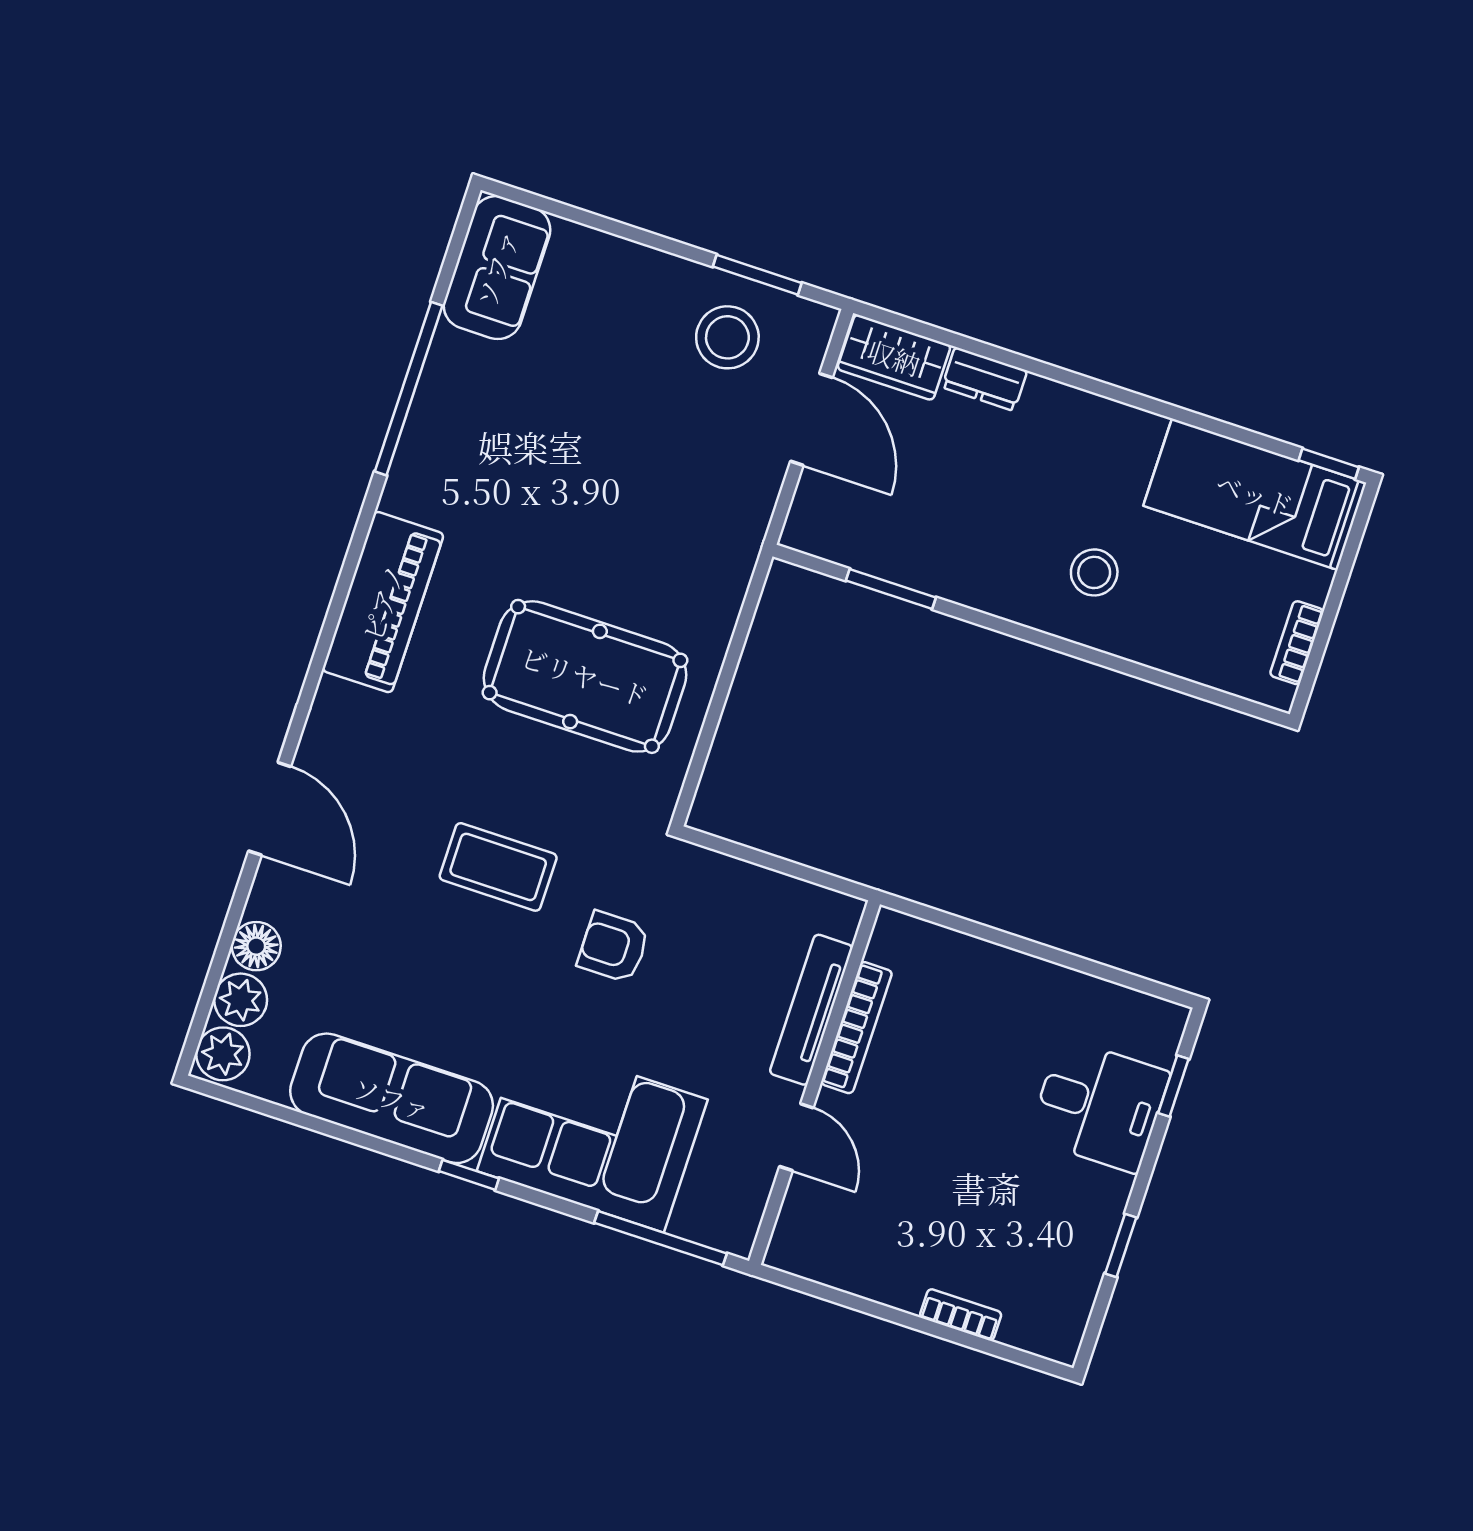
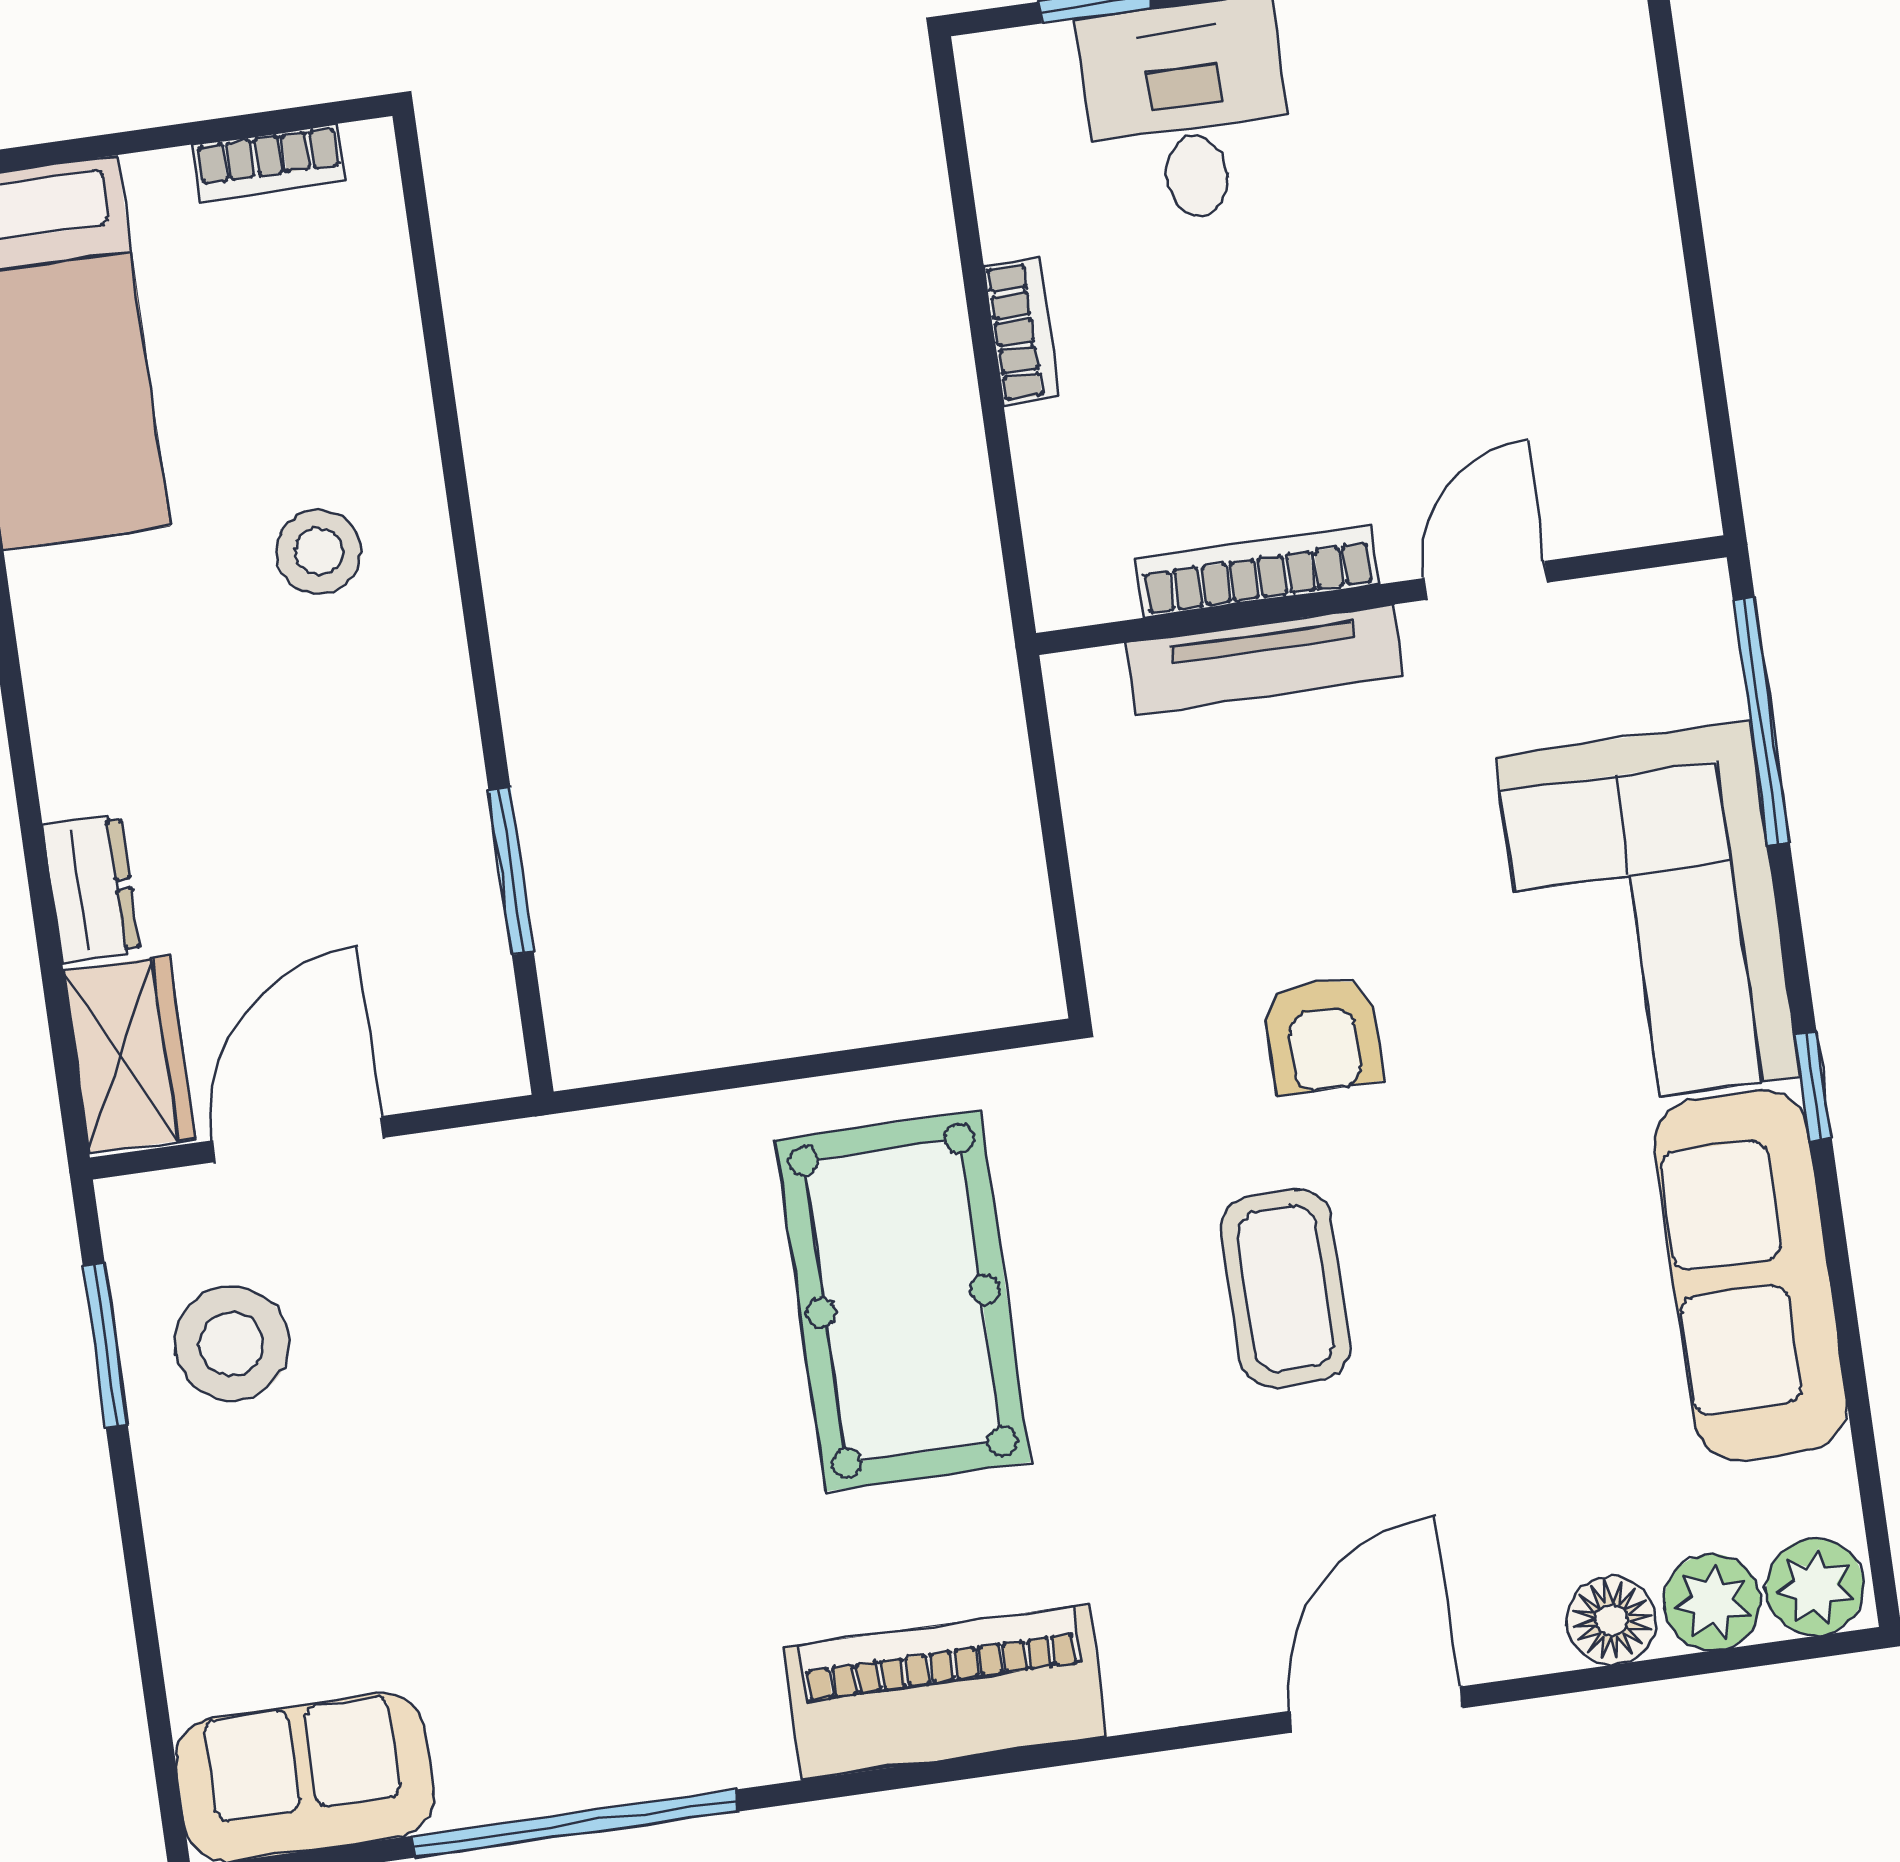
bookcase: (961, 1315) -> (1022, 331), moved, turned 180

